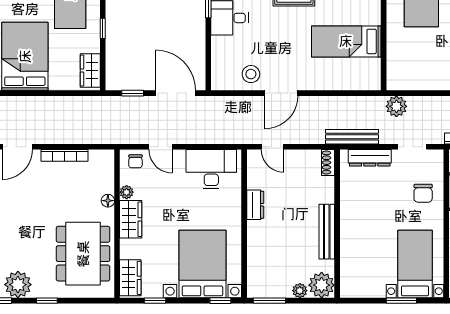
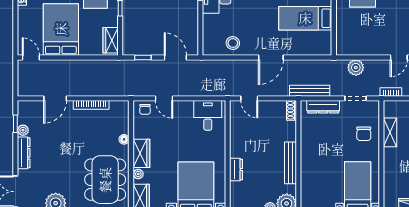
door: (175, 93) -> (175, 57), width x0.73
door: (281, 93) -> (271, 57), moved
plant: (396, 106) -> (356, 68), moved
desk: (211, 169) -> (208, 115), width x0.73
plant: (127, 192) -> (138, 174), moved
dresser: (255, 205) -> (236, 169), moved

